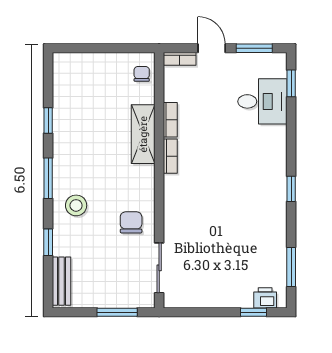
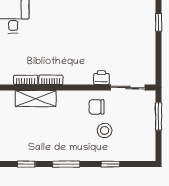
stool: (76, 205) -> (105, 130), moved
bench: (62, 281) -> (137, 155), removed
printer: (265, 298) -> (101, 78), moved, turned 90

